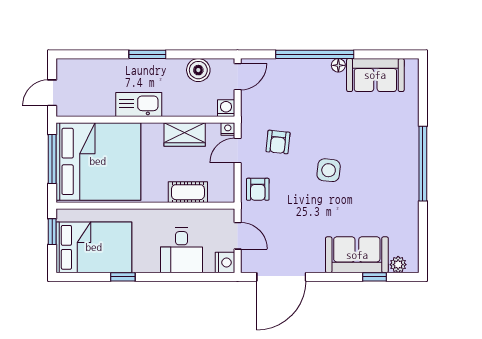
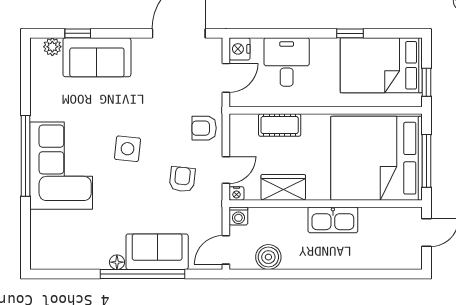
window: (147, 54) -> (324, 274), removed
sofa: (375, 75) -> (157, 252), moved
corner sofa: (390, 155) -> (61, 166), added
armchair: (258, 189) -> (204, 128), turned -90
door: (238, 236) -> (226, 78), swing flipped

